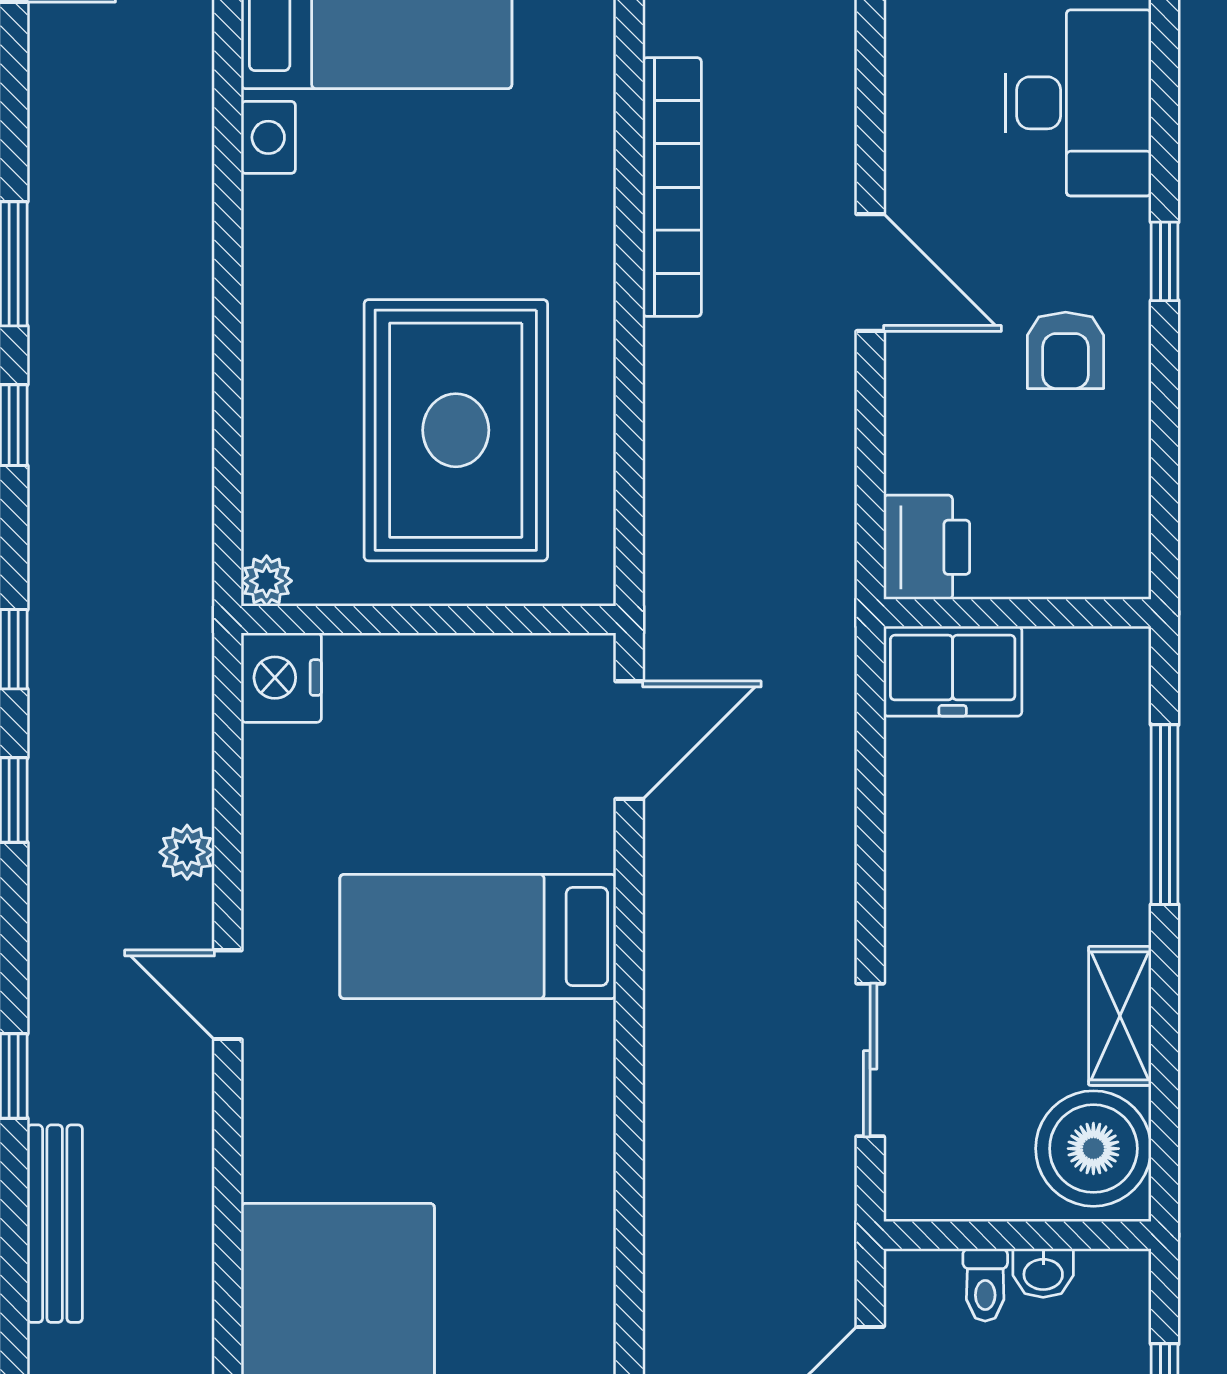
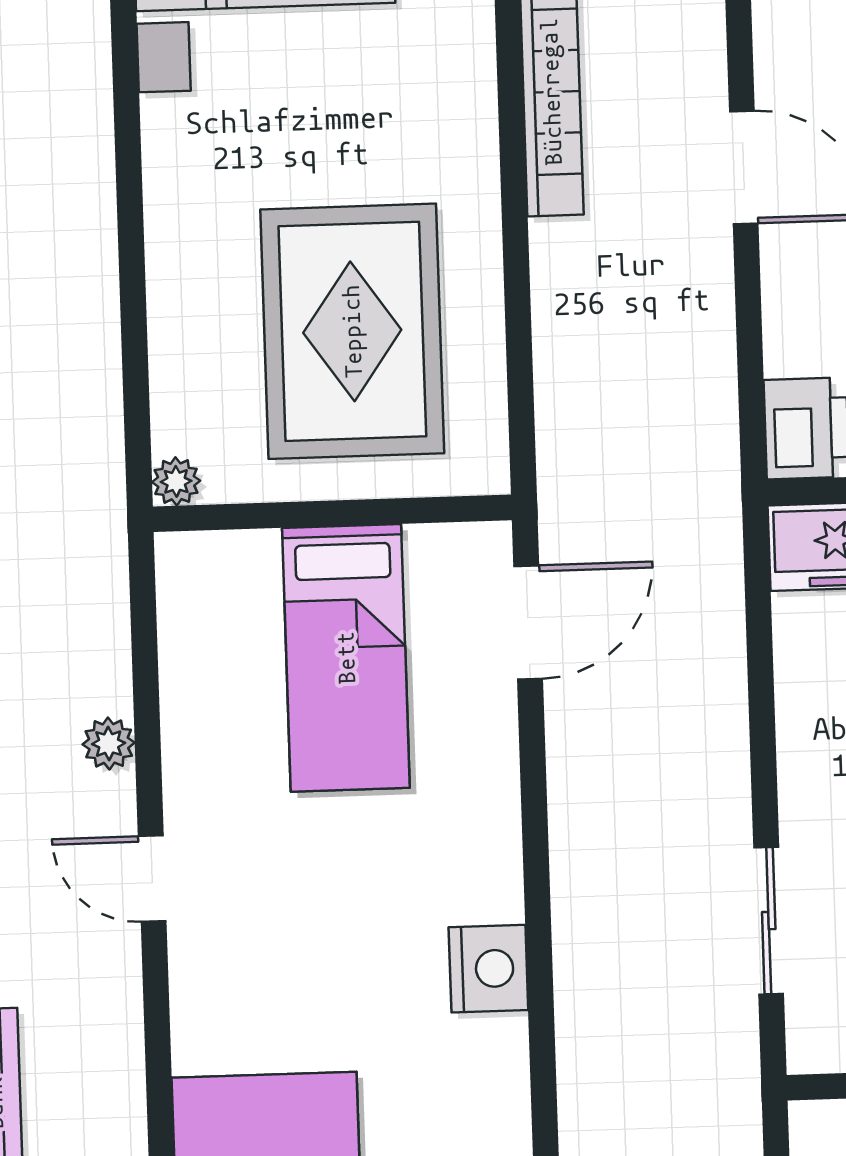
nightstand: (281, 678) -> (488, 969), moved, turned 180
bed: (478, 937) -> (346, 658), moved, turned -90

